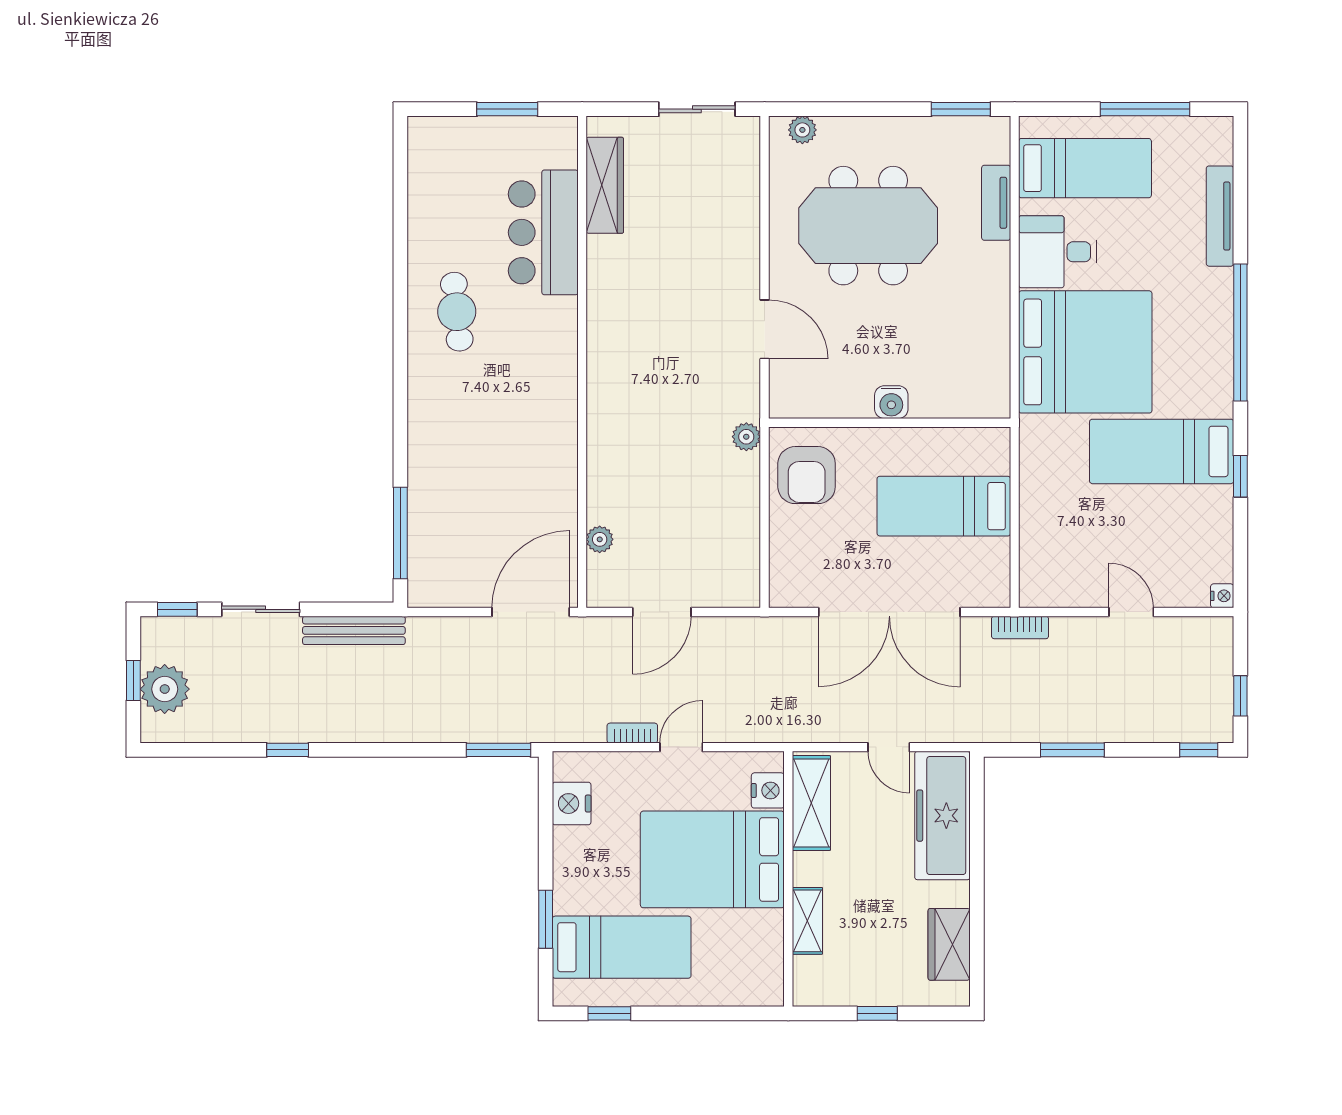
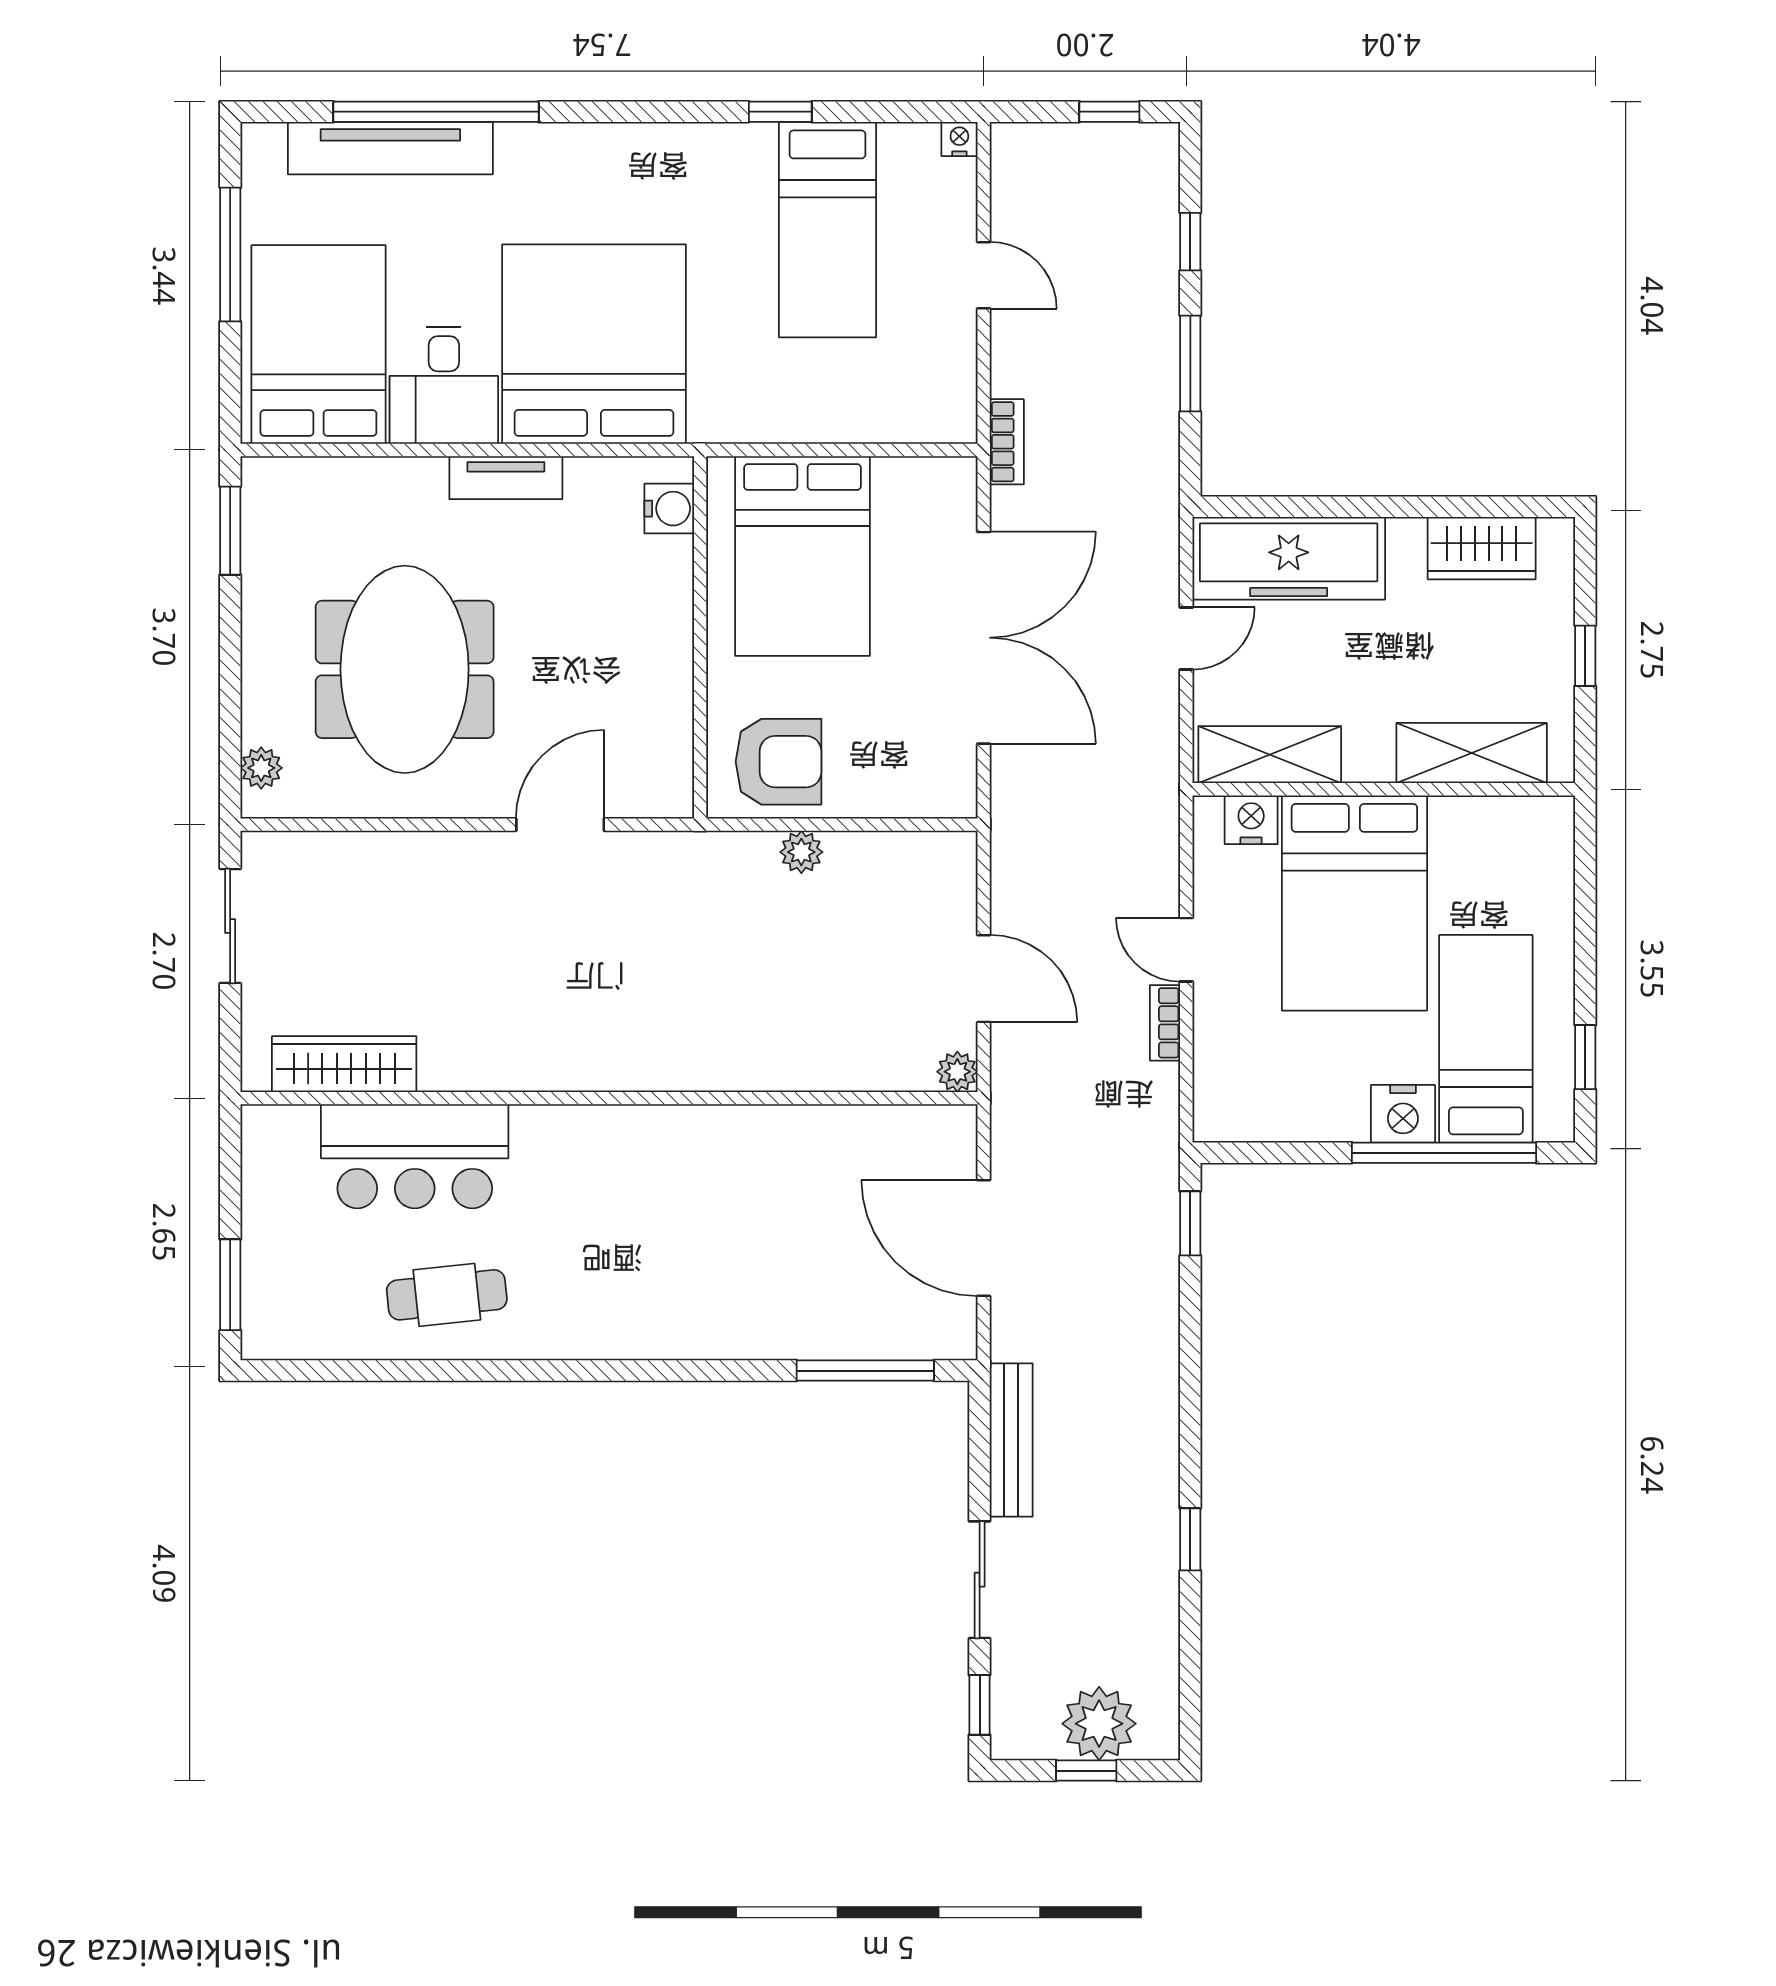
window: (507, 109) -> (230, 1285), moved
bed: (1085, 168) -> (318, 344), width x1.50
tv unit: (996, 203) -> (506, 478), moved
tv unit: (1220, 216) -> (390, 148), width x1.36, depth x1.29
cafe table: (457, 312) -> (447, 1295), moved
window: (1240, 333) -> (436, 112), moved
water cooler: (891, 402) -> (669, 509), moved
plant: (746, 437) -> (801, 852), moved
bed: (1162, 451) -> (827, 230), moved
bed: (944, 506) -> (802, 556), width x1.50
plant: (600, 539) -> (957, 1072), moved
door: (531, 612) -> (984, 1238), moved
door: (1131, 612) -> (984, 275), swing flipped
window: (498, 750) -> (1190, 1223), width x0.67
window: (1199, 750) -> (1190, 242), moved
nightstand: (572, 804) -> (1403, 1114), moved
window: (546, 919) -> (1444, 1153), width x2.11
shelving: (807, 921) -> (1472, 753), width x1.50, depth x1.33

